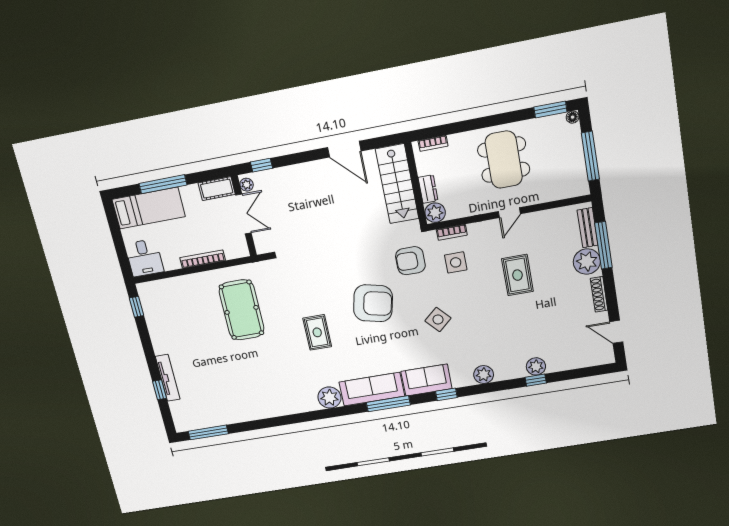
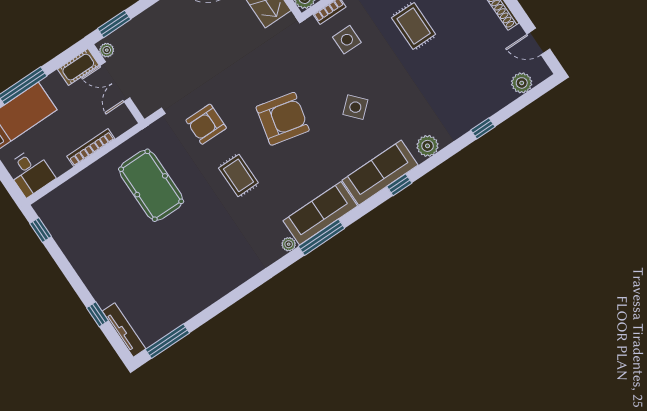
window: (261, 165) -> (114, 24), width x1.50
double door: (243, 214) -> (115, 82), swing flipped
armchair: (410, 261) -> (206, 124), moved
plant: (536, 366) -> (522, 83), moved
tv unit: (168, 378) -> (124, 330), moved
sofa: (426, 380) -> (380, 173), width x1.36
plant: (329, 398) -> (289, 244), width x0.53, depth x0.53
window: (388, 404) -> (321, 237), moved

